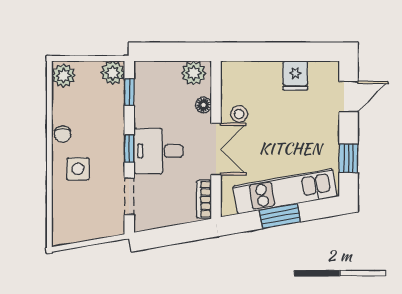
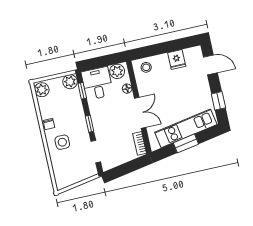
door: (348, 97) -> (210, 65), hinge flipped
stool: (239, 114) -> (146, 67), moved
desk: (158, 151) -> (97, 83), moved, turned 90

